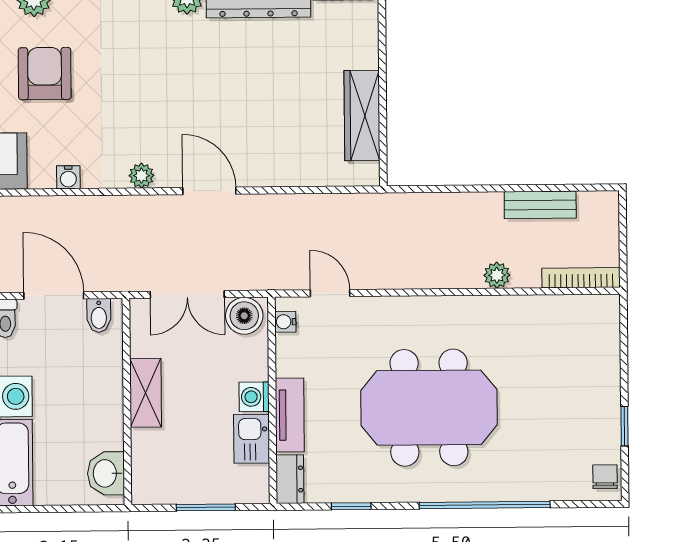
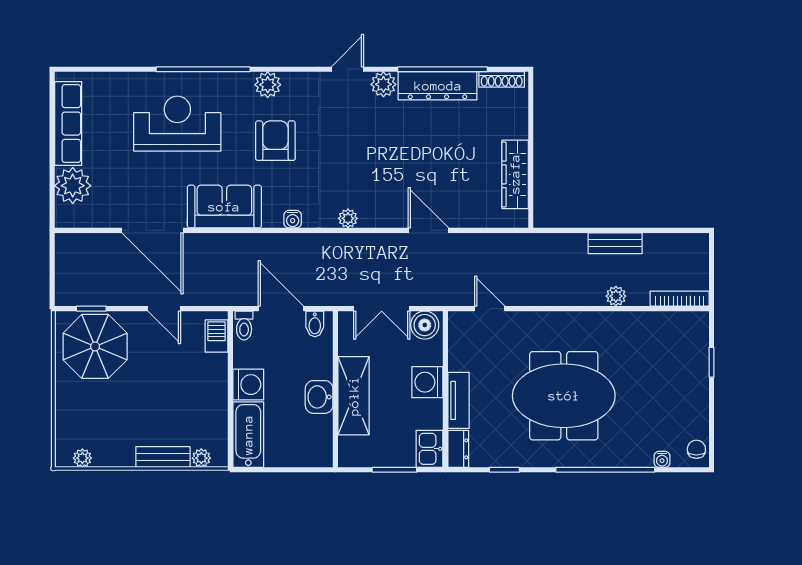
door: (209, 191) -> (428, 230), moved
bench: (540, 205) -> (615, 243), moved
water cooler: (285, 322) -> (662, 459), moved, turned -90
shelving: (146, 393) -> (354, 396), width x1.50, depth x1.33
washing machine: (254, 397) -> (427, 382), width x1.38, depth x1.38
window: (625, 426) -> (712, 362), moved
kitchen sink: (252, 439) -> (429, 449), moved
washbasin: (106, 473) -> (319, 397), moved

